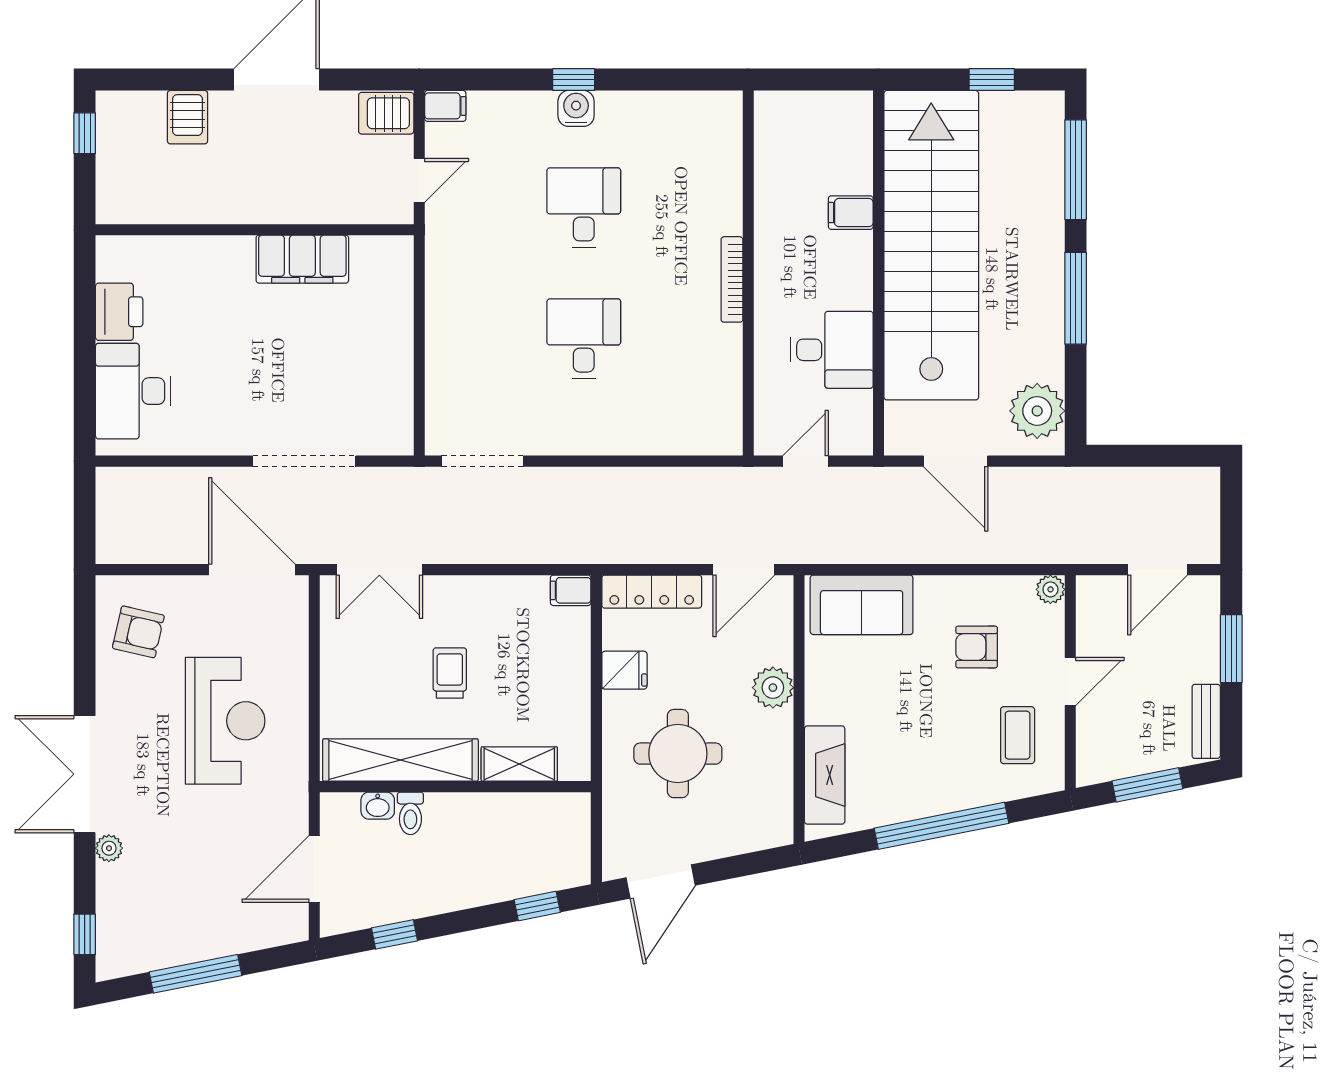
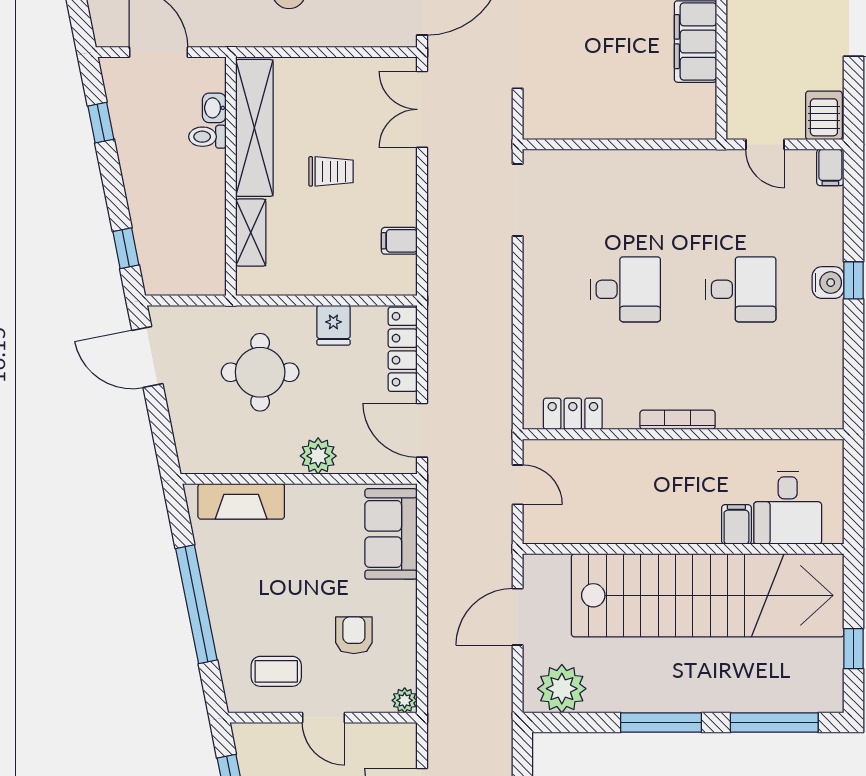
desk: (832, 350) -> (788, 508), moved
locker: (725, 398) -> (573, 414), added
filing cabinet: (571, 590) -> (399, 241), moved, turned -90

